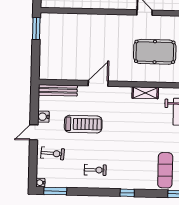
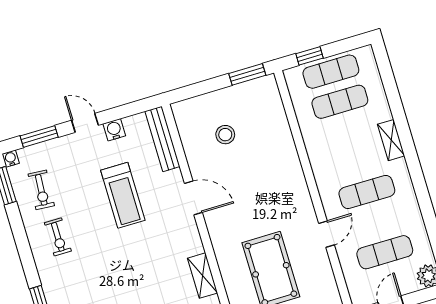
stool: (67, 53) -> (225, 135), added
exercise bike: (53, 153) -> (41, 190), moved
window: (33, 162) -> (39, 136), added

